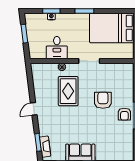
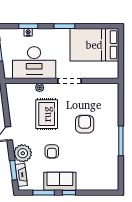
desk: (57, 48) -> (34, 63), width x1.87, depth x1.30
armchair: (124, 114) -> (52, 151), moved
plant: (46, 127) -> (23, 153), added

